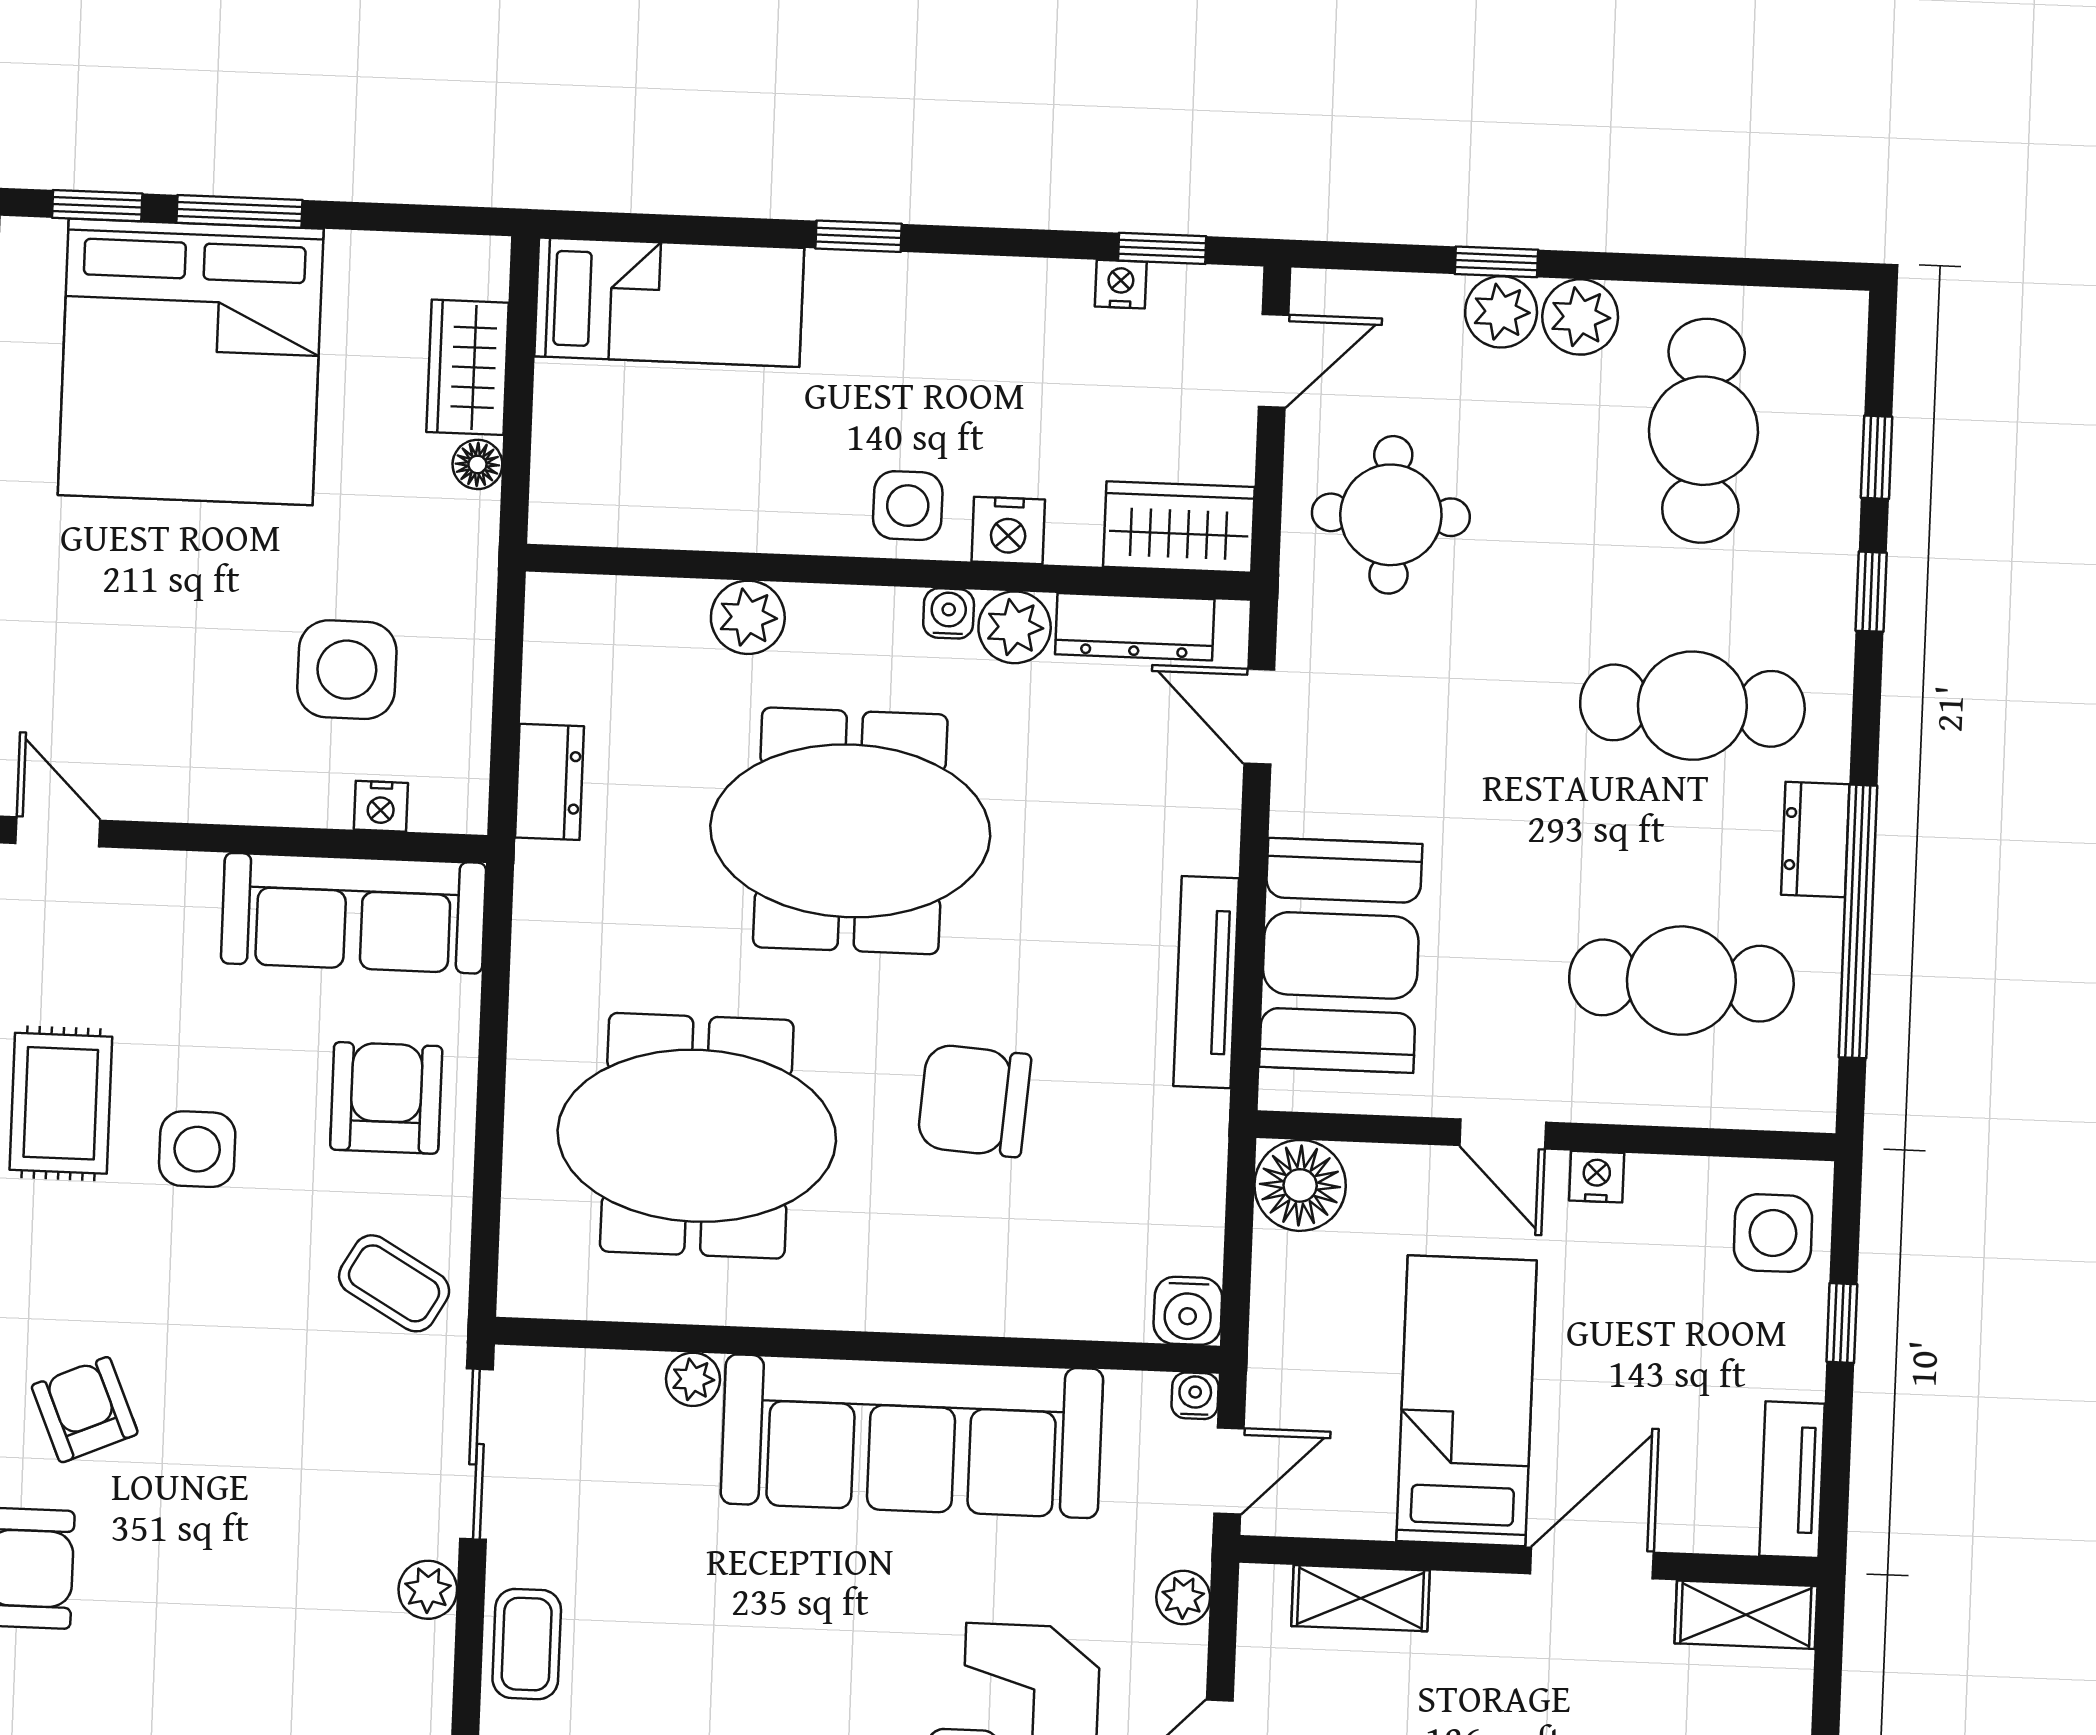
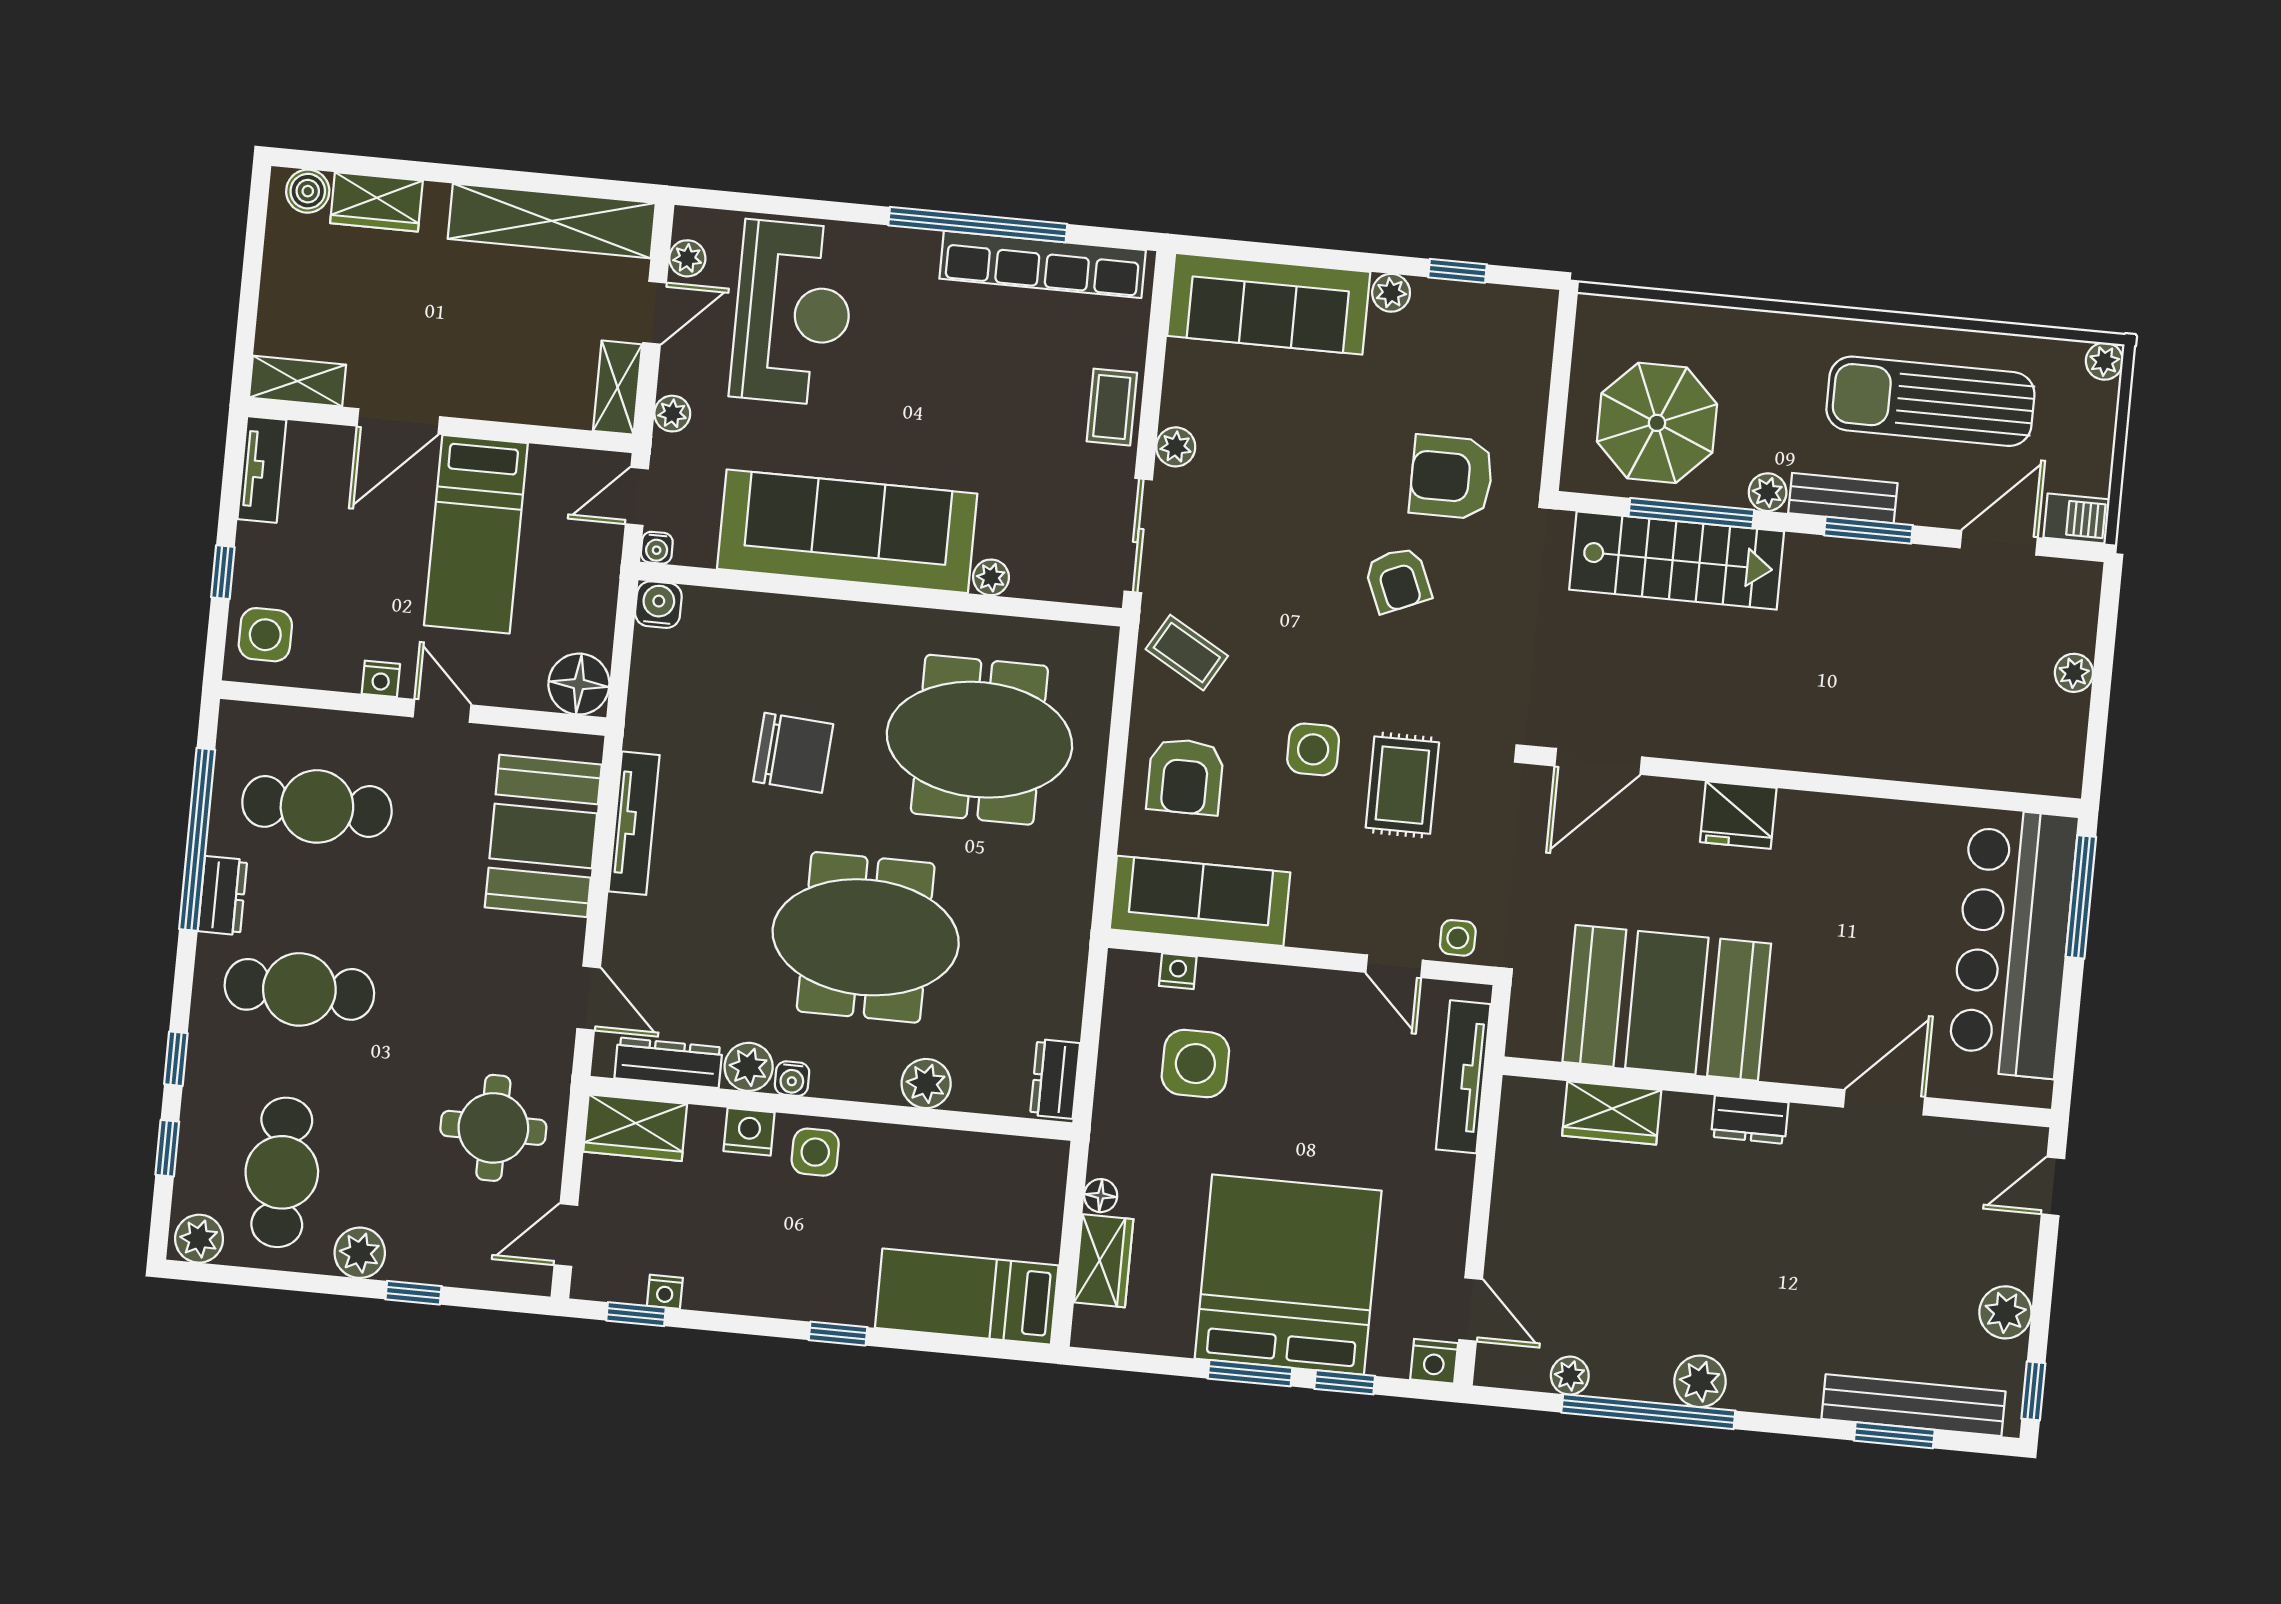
plant: (1501, 312) -> (199, 1239), moved
dresser: (549, 782) -> (1055, 1079), moved
shelving: (1360, 1598) -> (618, 388), moved, turned 90

